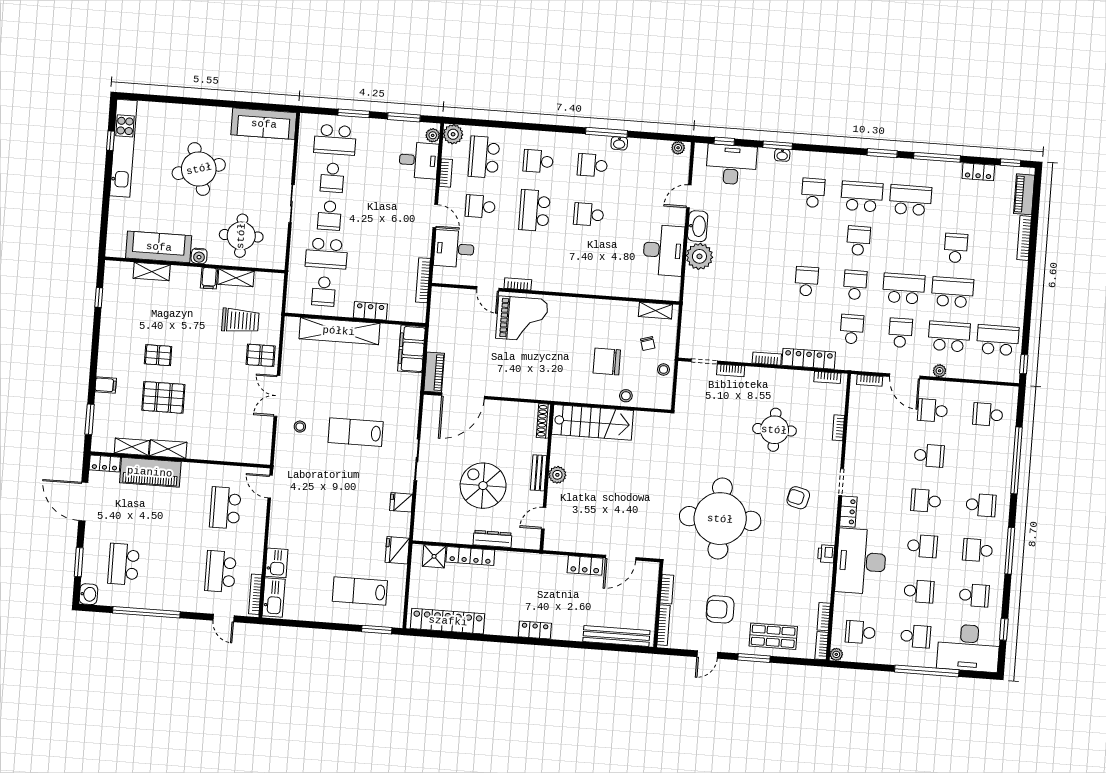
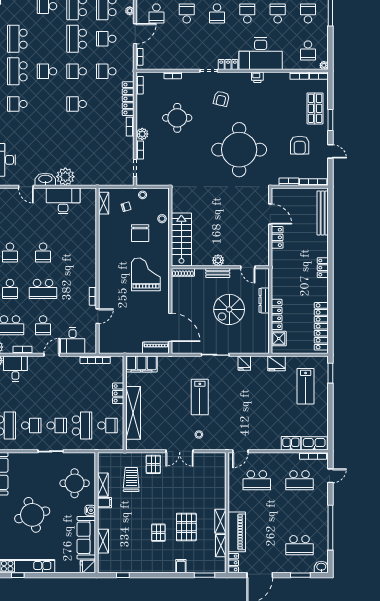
fridge: (116, 246) -> (88, 566), added
grand piano: (522, 319) -> (146, 274), moved
plant: (754, 376) -> (142, 134), added

